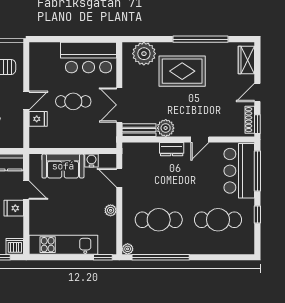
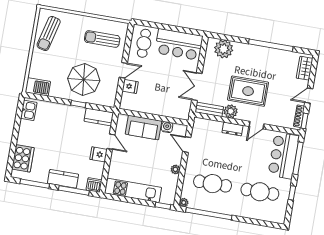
rug: (182, 71) -> (248, 91), moved
cafe table: (73, 101) -> (144, 43), moved, turned 90

